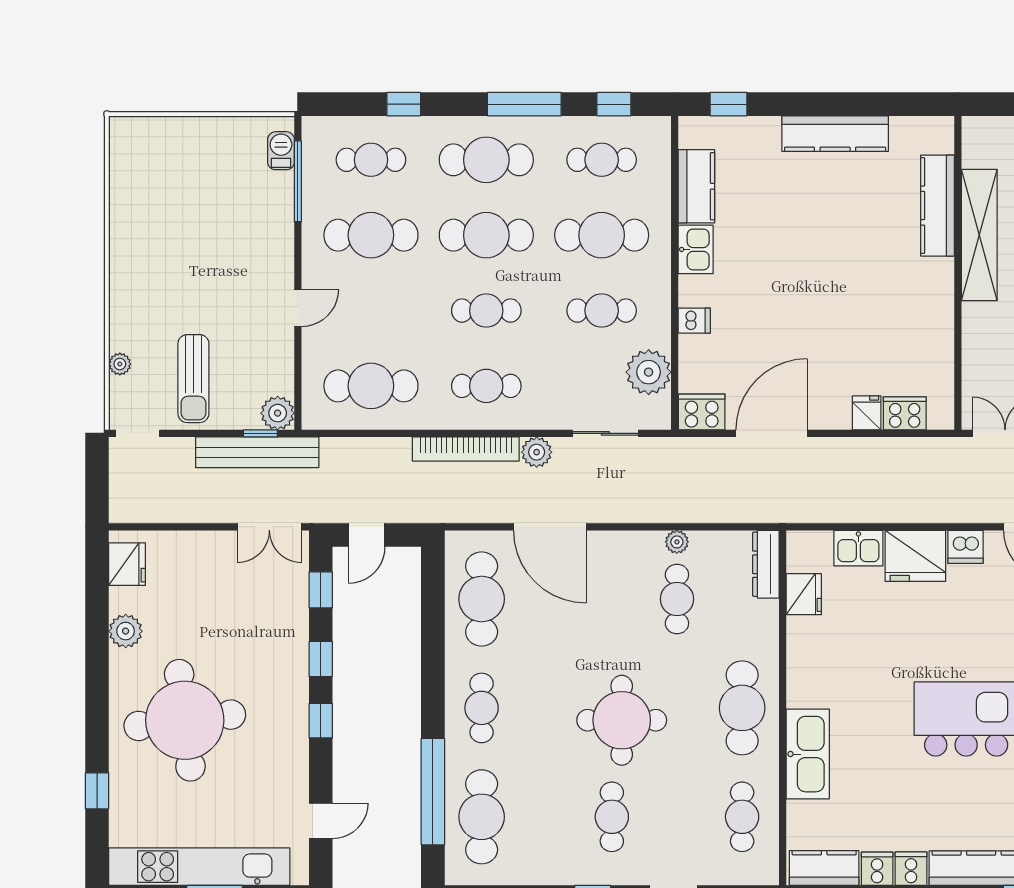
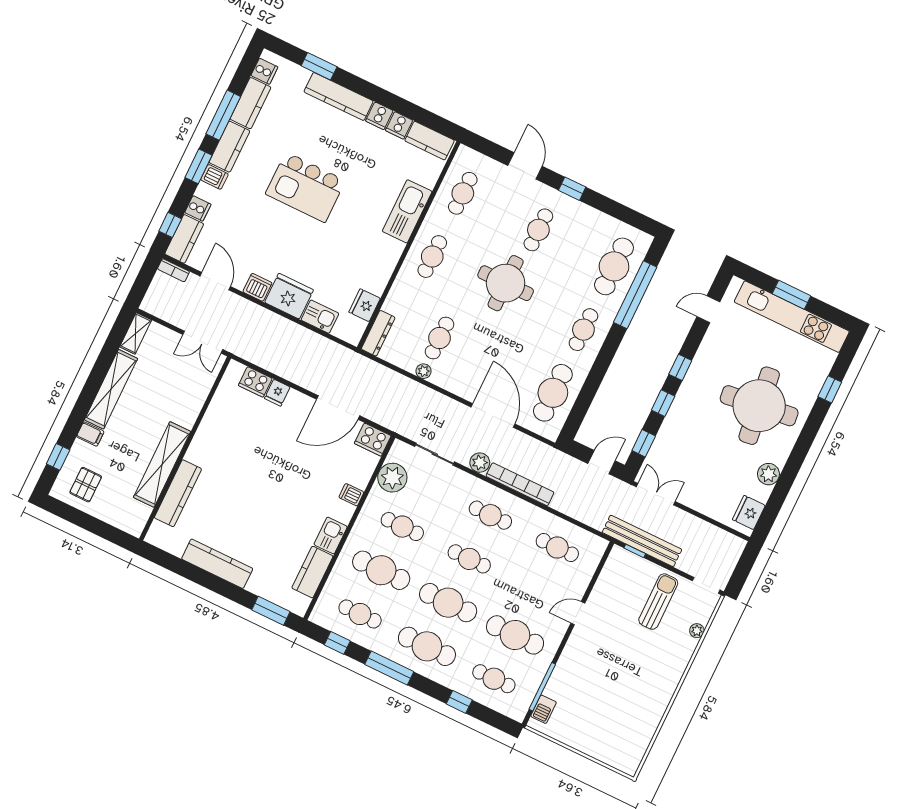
window: (728, 104) -> (271, 611), width x1.50
cafe table: (371, 386) -> (557, 548), width x0.73, depth x0.74
plant: (278, 413) -> (619, 558), removed
cafe table: (742, 708) -> (432, 257), width x0.73, depth x0.74

